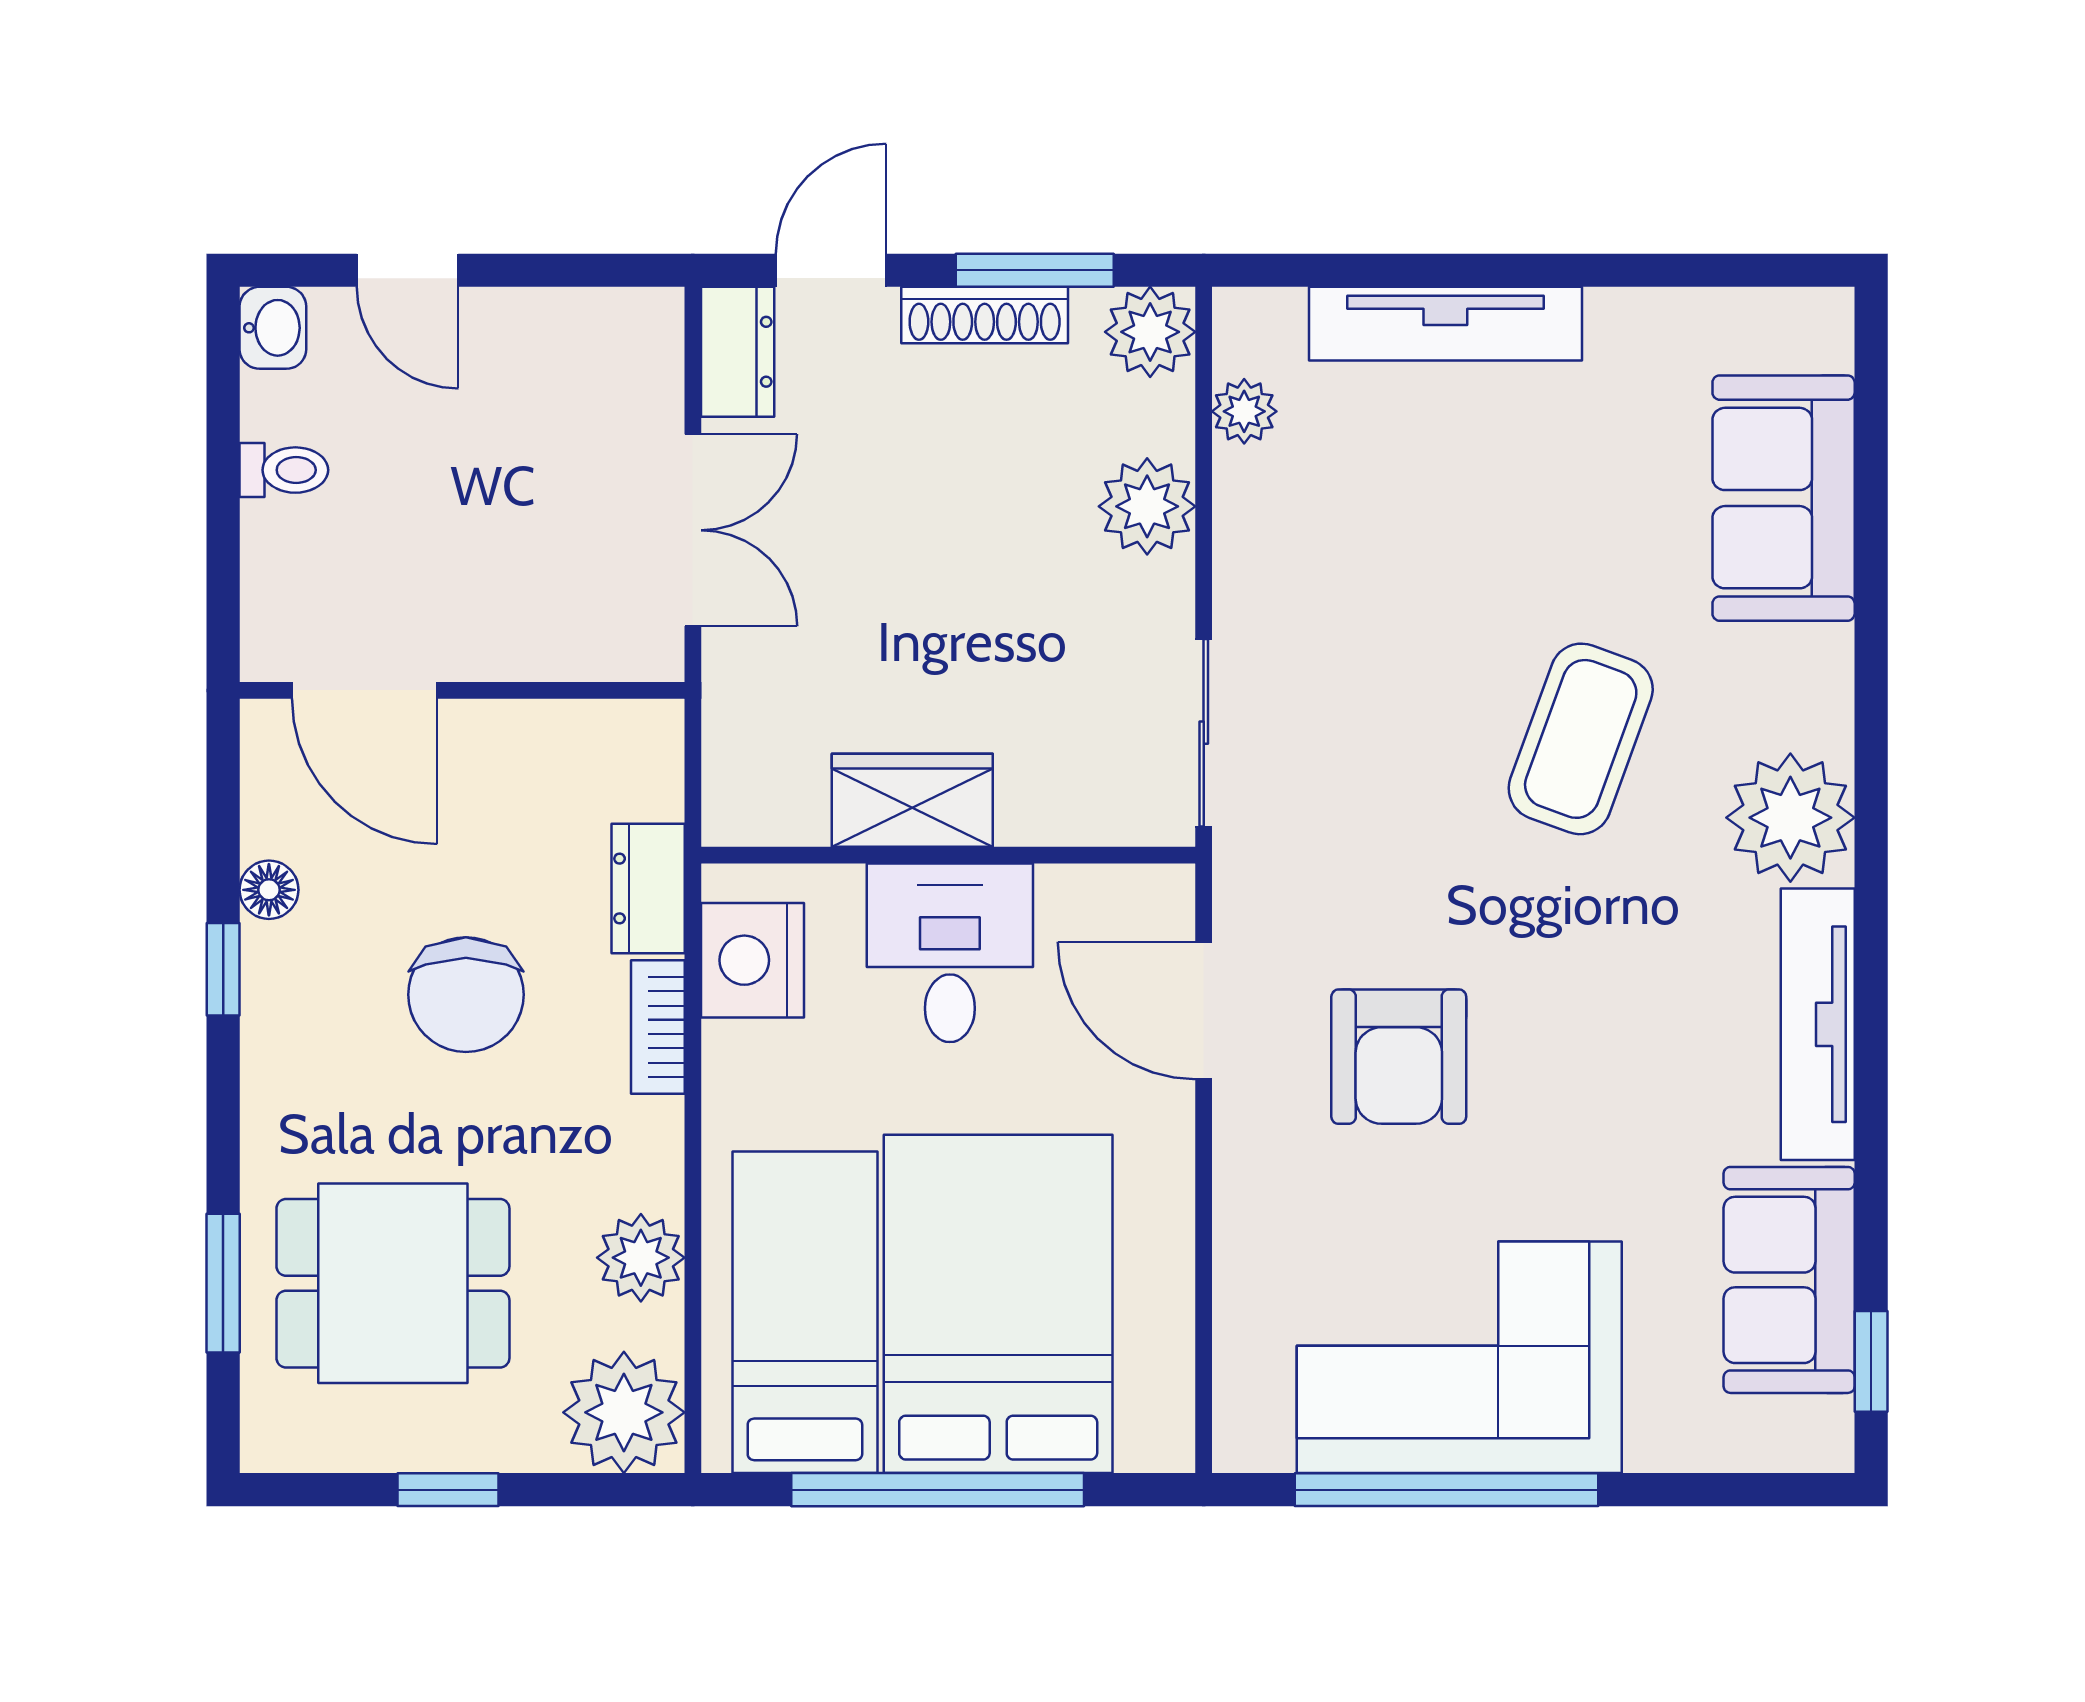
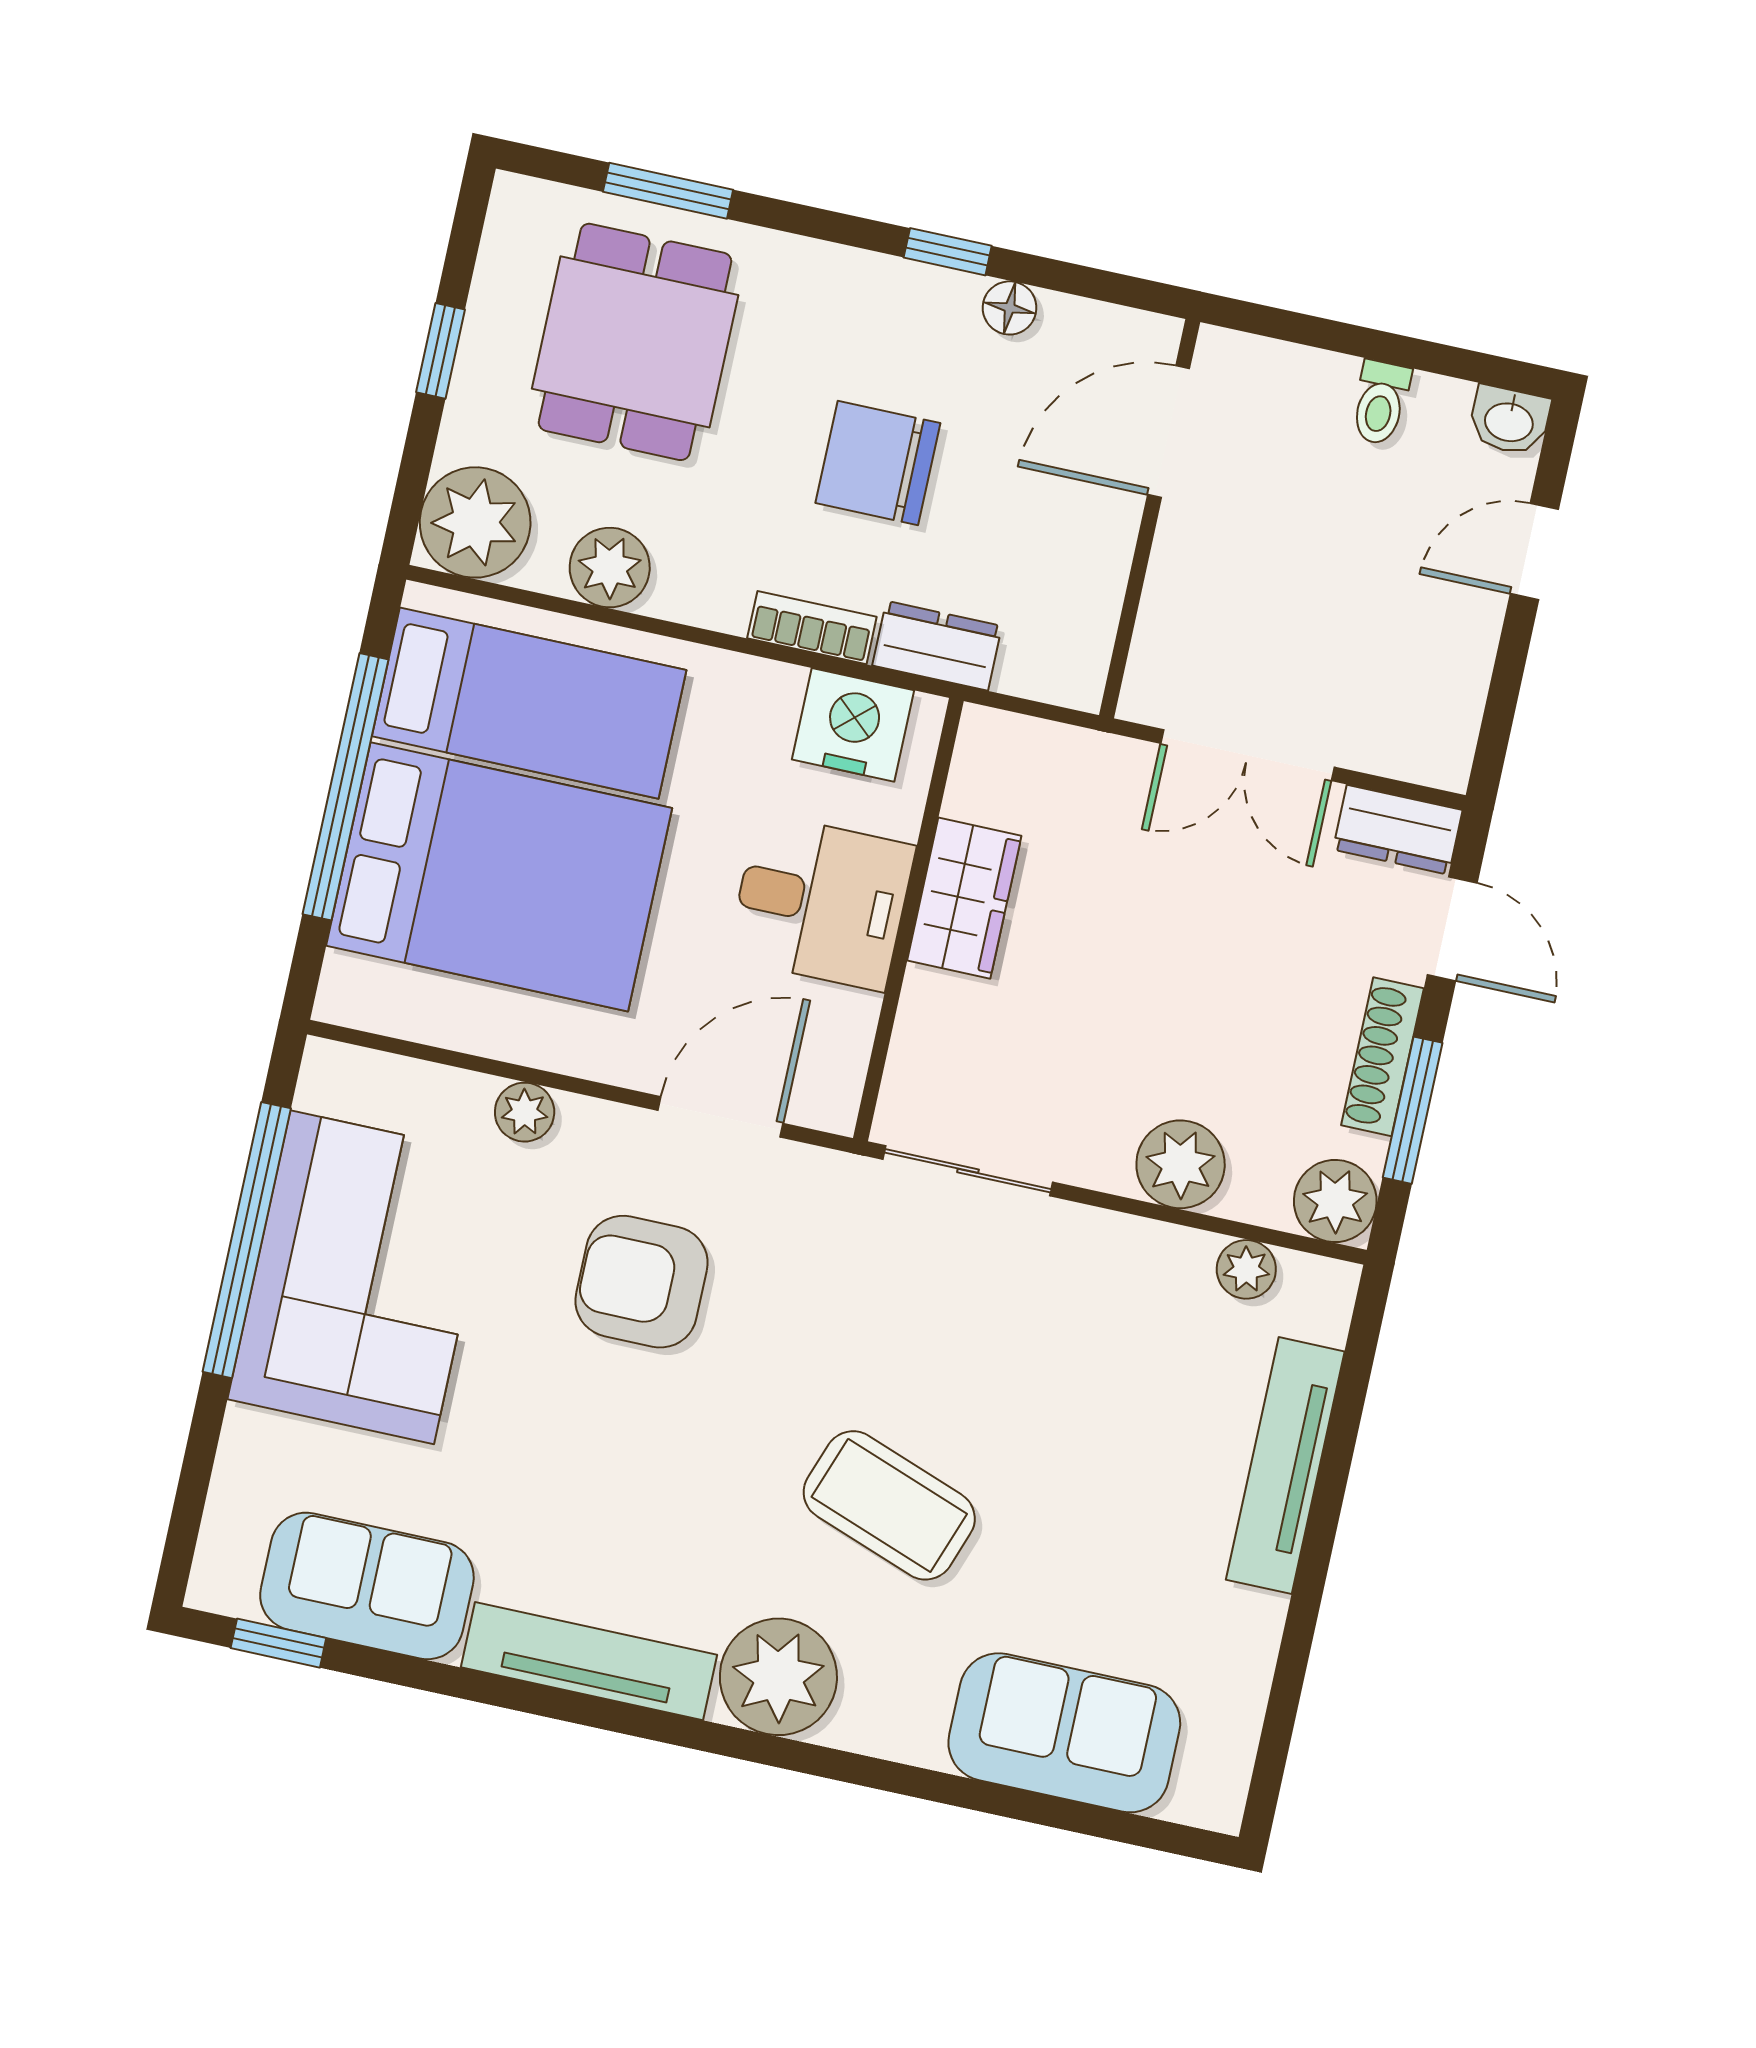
plant: (1244, 1222) -> (525, 1112), added

